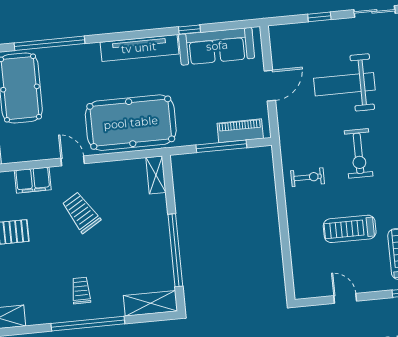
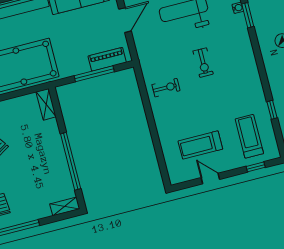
exercise bike: (359, 153) -> (203, 63), width x0.73, depth x0.72
treadmill: (350, 229) -> (200, 145), moved
shelving: (150, 303) -> (65, 206), width x0.67, depth x0.75

